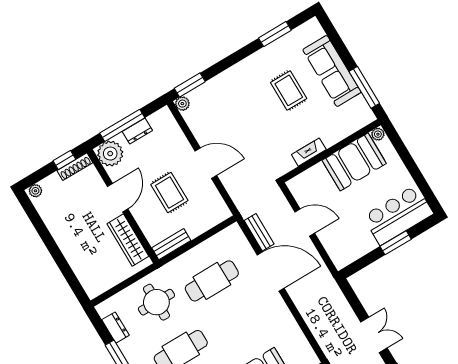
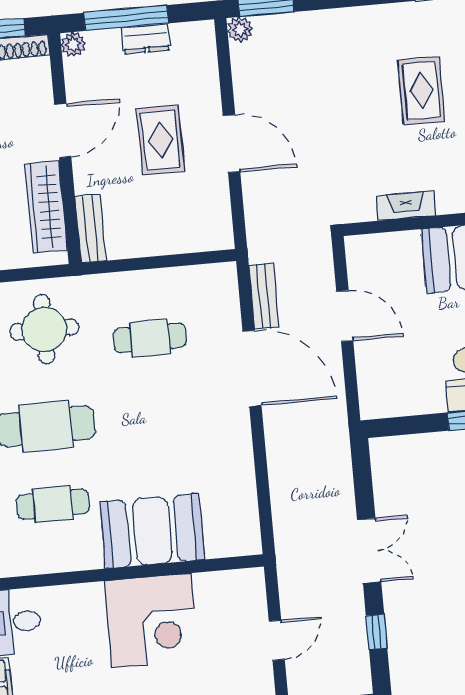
plant: (110, 154) -> (73, 44), width x0.53, depth x0.53
rug: (169, 192) -> (160, 140), moved
bench: (171, 244) -> (91, 229), moved, turned 90
cafe table: (212, 281) -> (150, 338), width x0.73, depth x0.74

